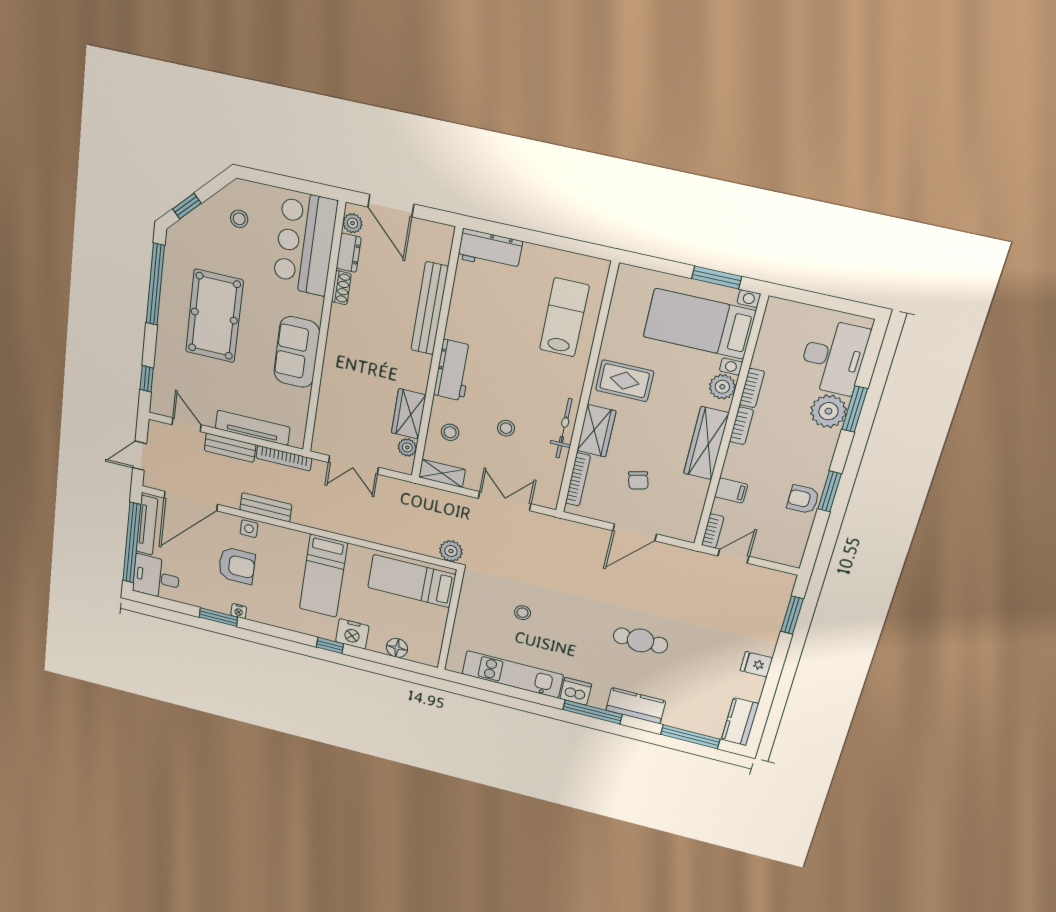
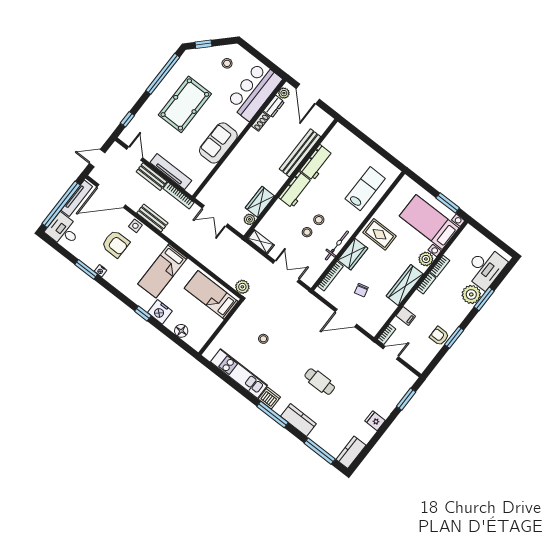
workbench: (490, 250) -> (316, 163), moved, turned -90
stool: (450, 432) -> (319, 220), moved

